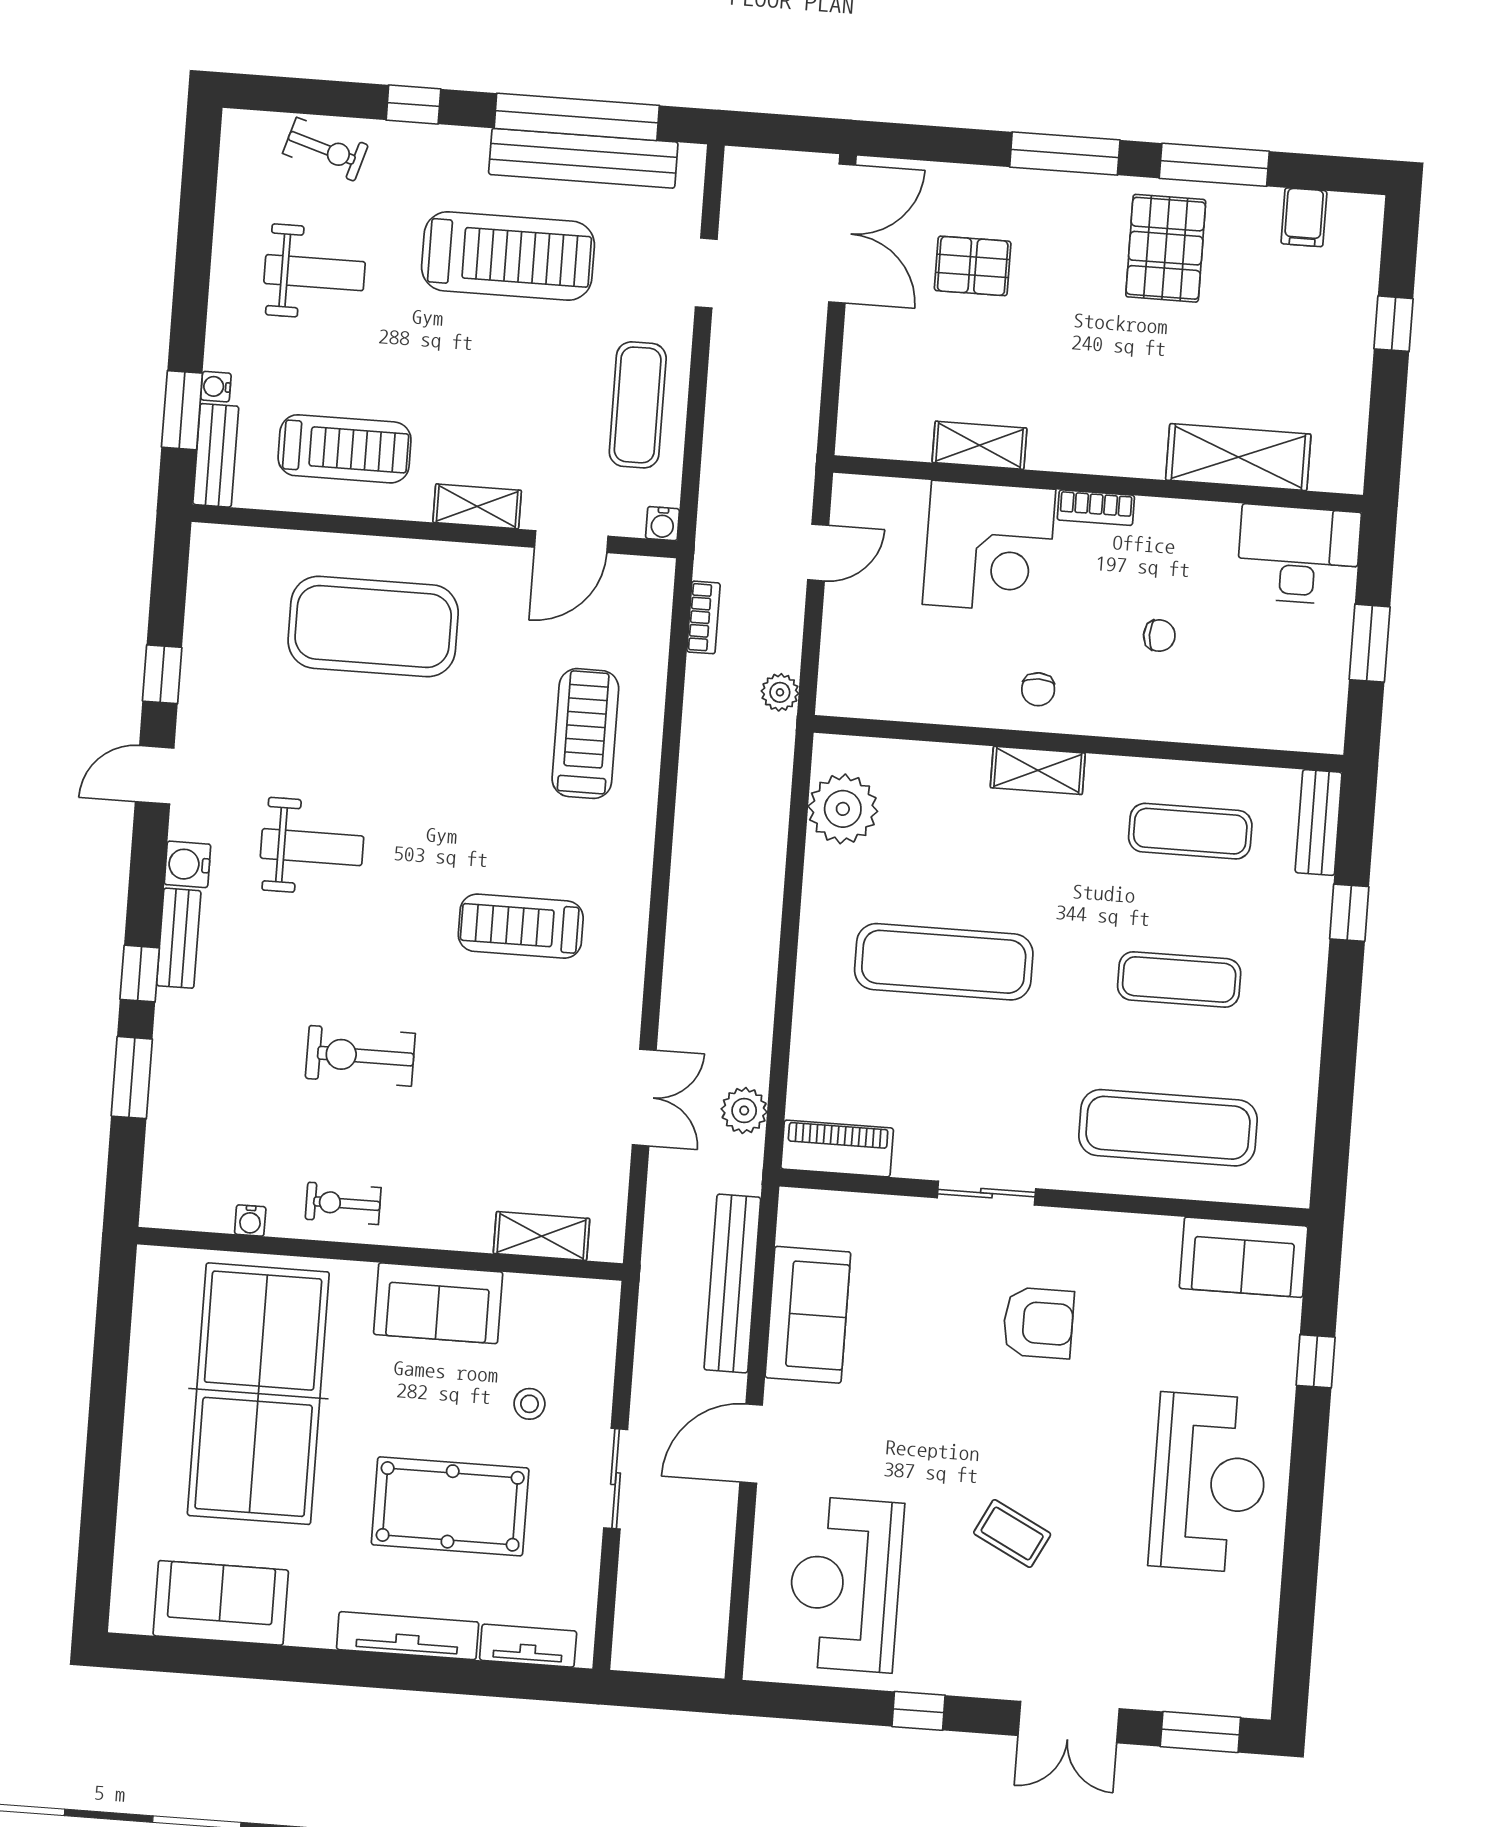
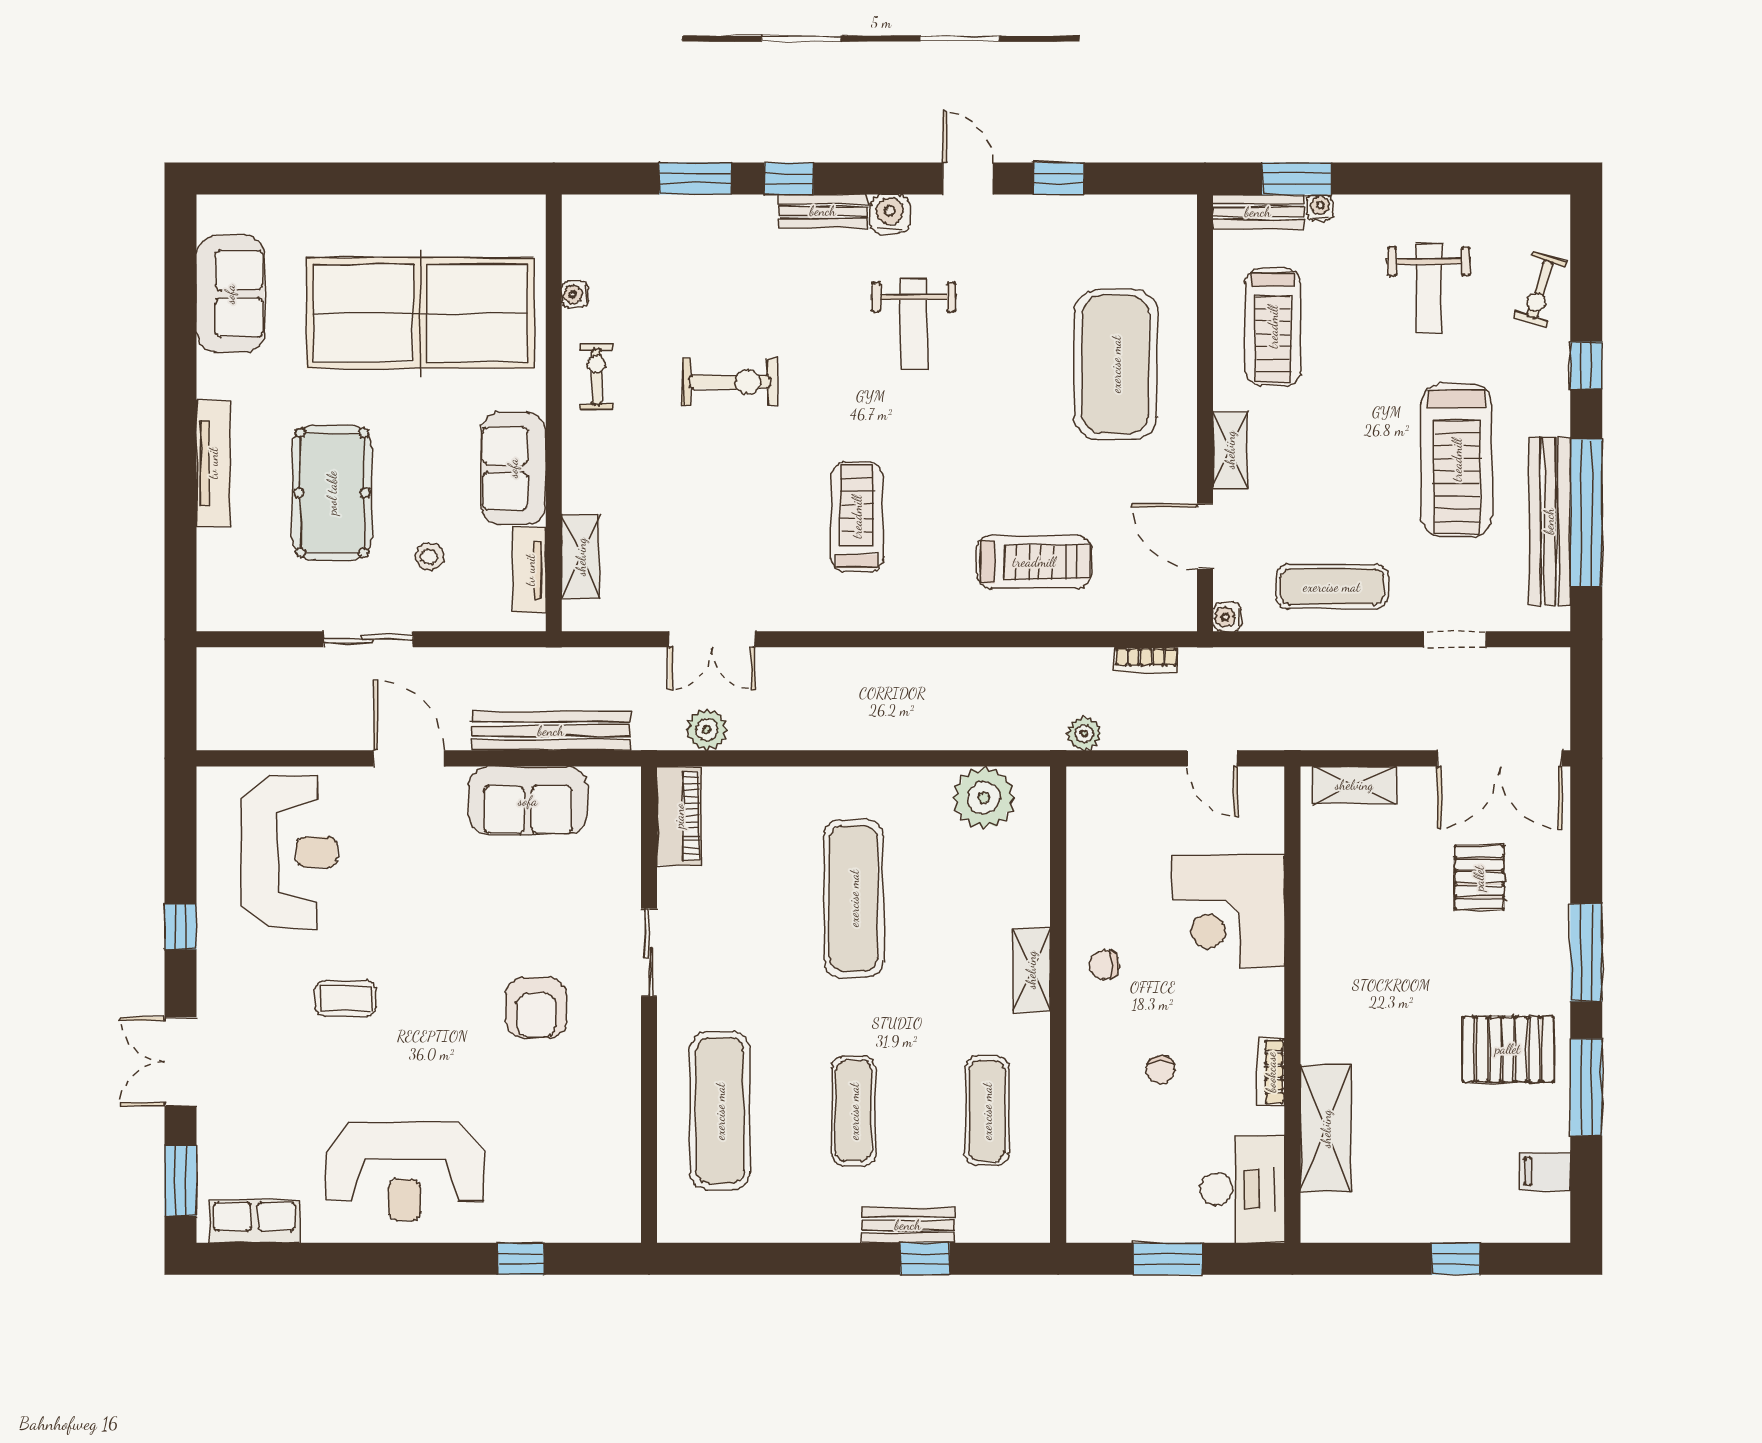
shelving: (979, 445) -> (1354, 785), moved, turned 90
bookcase: (1096, 508) -> (1271, 1072), moved
bench: (1319, 822) -> (908, 1225), moved
exercise bike: (360, 1056) -> (730, 382), turned 90
sofa: (1244, 1257) -> (609, 1187), removed
coffee table: (1012, 1533) -> (346, 998), turned 63
reception desk: (845, 1584) -> (289, 852), turned 90
tv unit: (528, 1646) -> (530, 570), moved, turned 180
row of seats: (1252, 1653) -> (255, 1222), added

